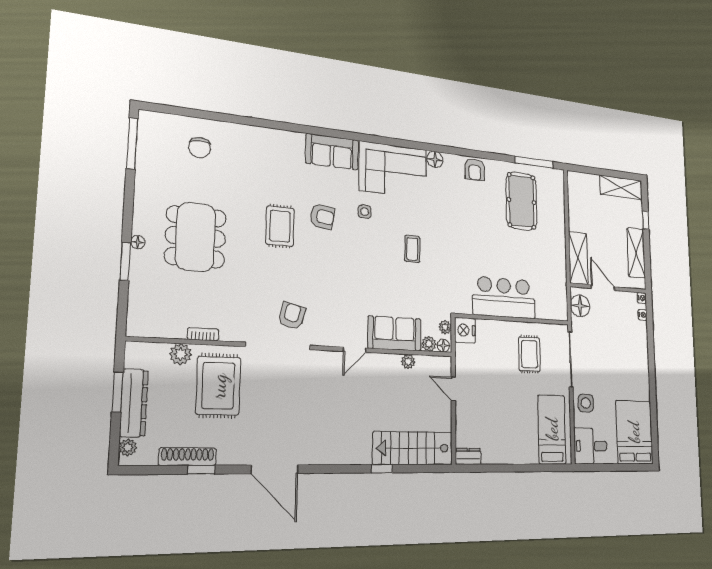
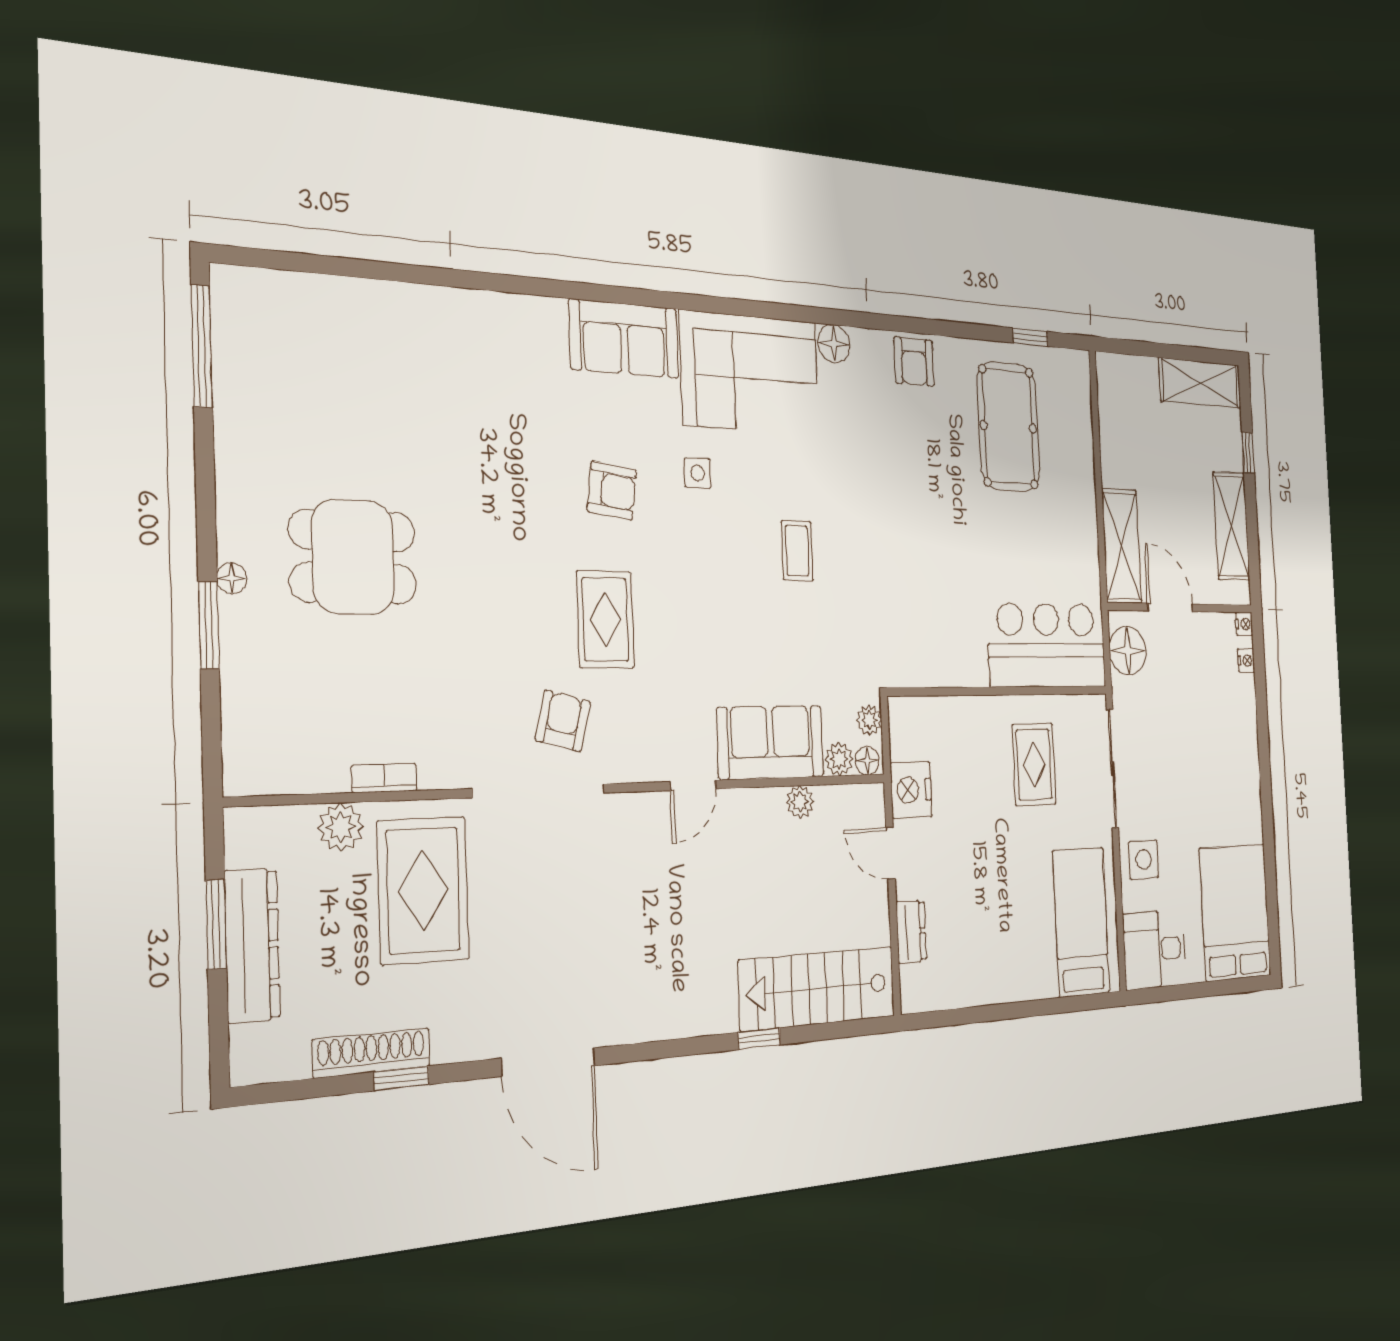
chair: (200, 148) -> (347, 347), removed
window: (534, 162) -> (1030, 337), width x0.46
rug: (280, 226) -> (605, 619), moved
dining table: (196, 237) -> (353, 557), width x0.73
bar counter: (504, 298) -> (1047, 645), moved
nightstand: (465, 330) -> (911, 790), moved
plant: (128, 448) -> (247, 1045), removed
dresser: (468, 456) -> (911, 932), moved, turned 90

